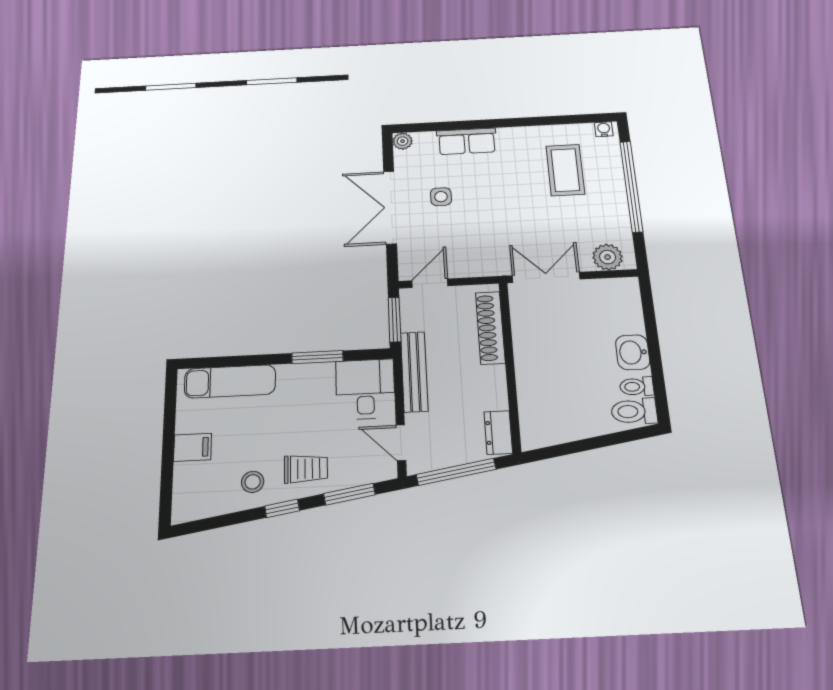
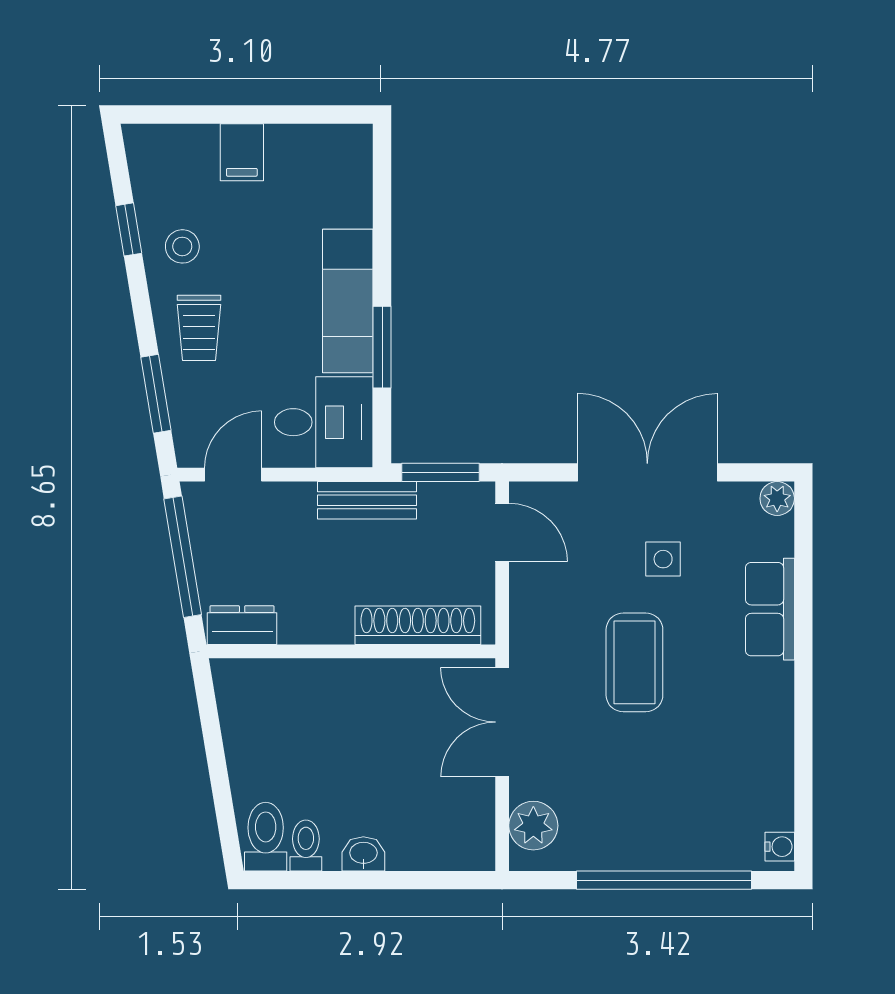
coffee table: (565, 170) -> (634, 662), moved, turned 90
double door: (546, 277) -> (502, 722), swing flipped
washbasin: (633, 352) -> (363, 854), width x0.72, depth x0.69
bench: (414, 372) -> (367, 500), width x0.73
exam couch: (230, 381) -> (348, 301), moved
window: (282, 508) -> (129, 229), moved

